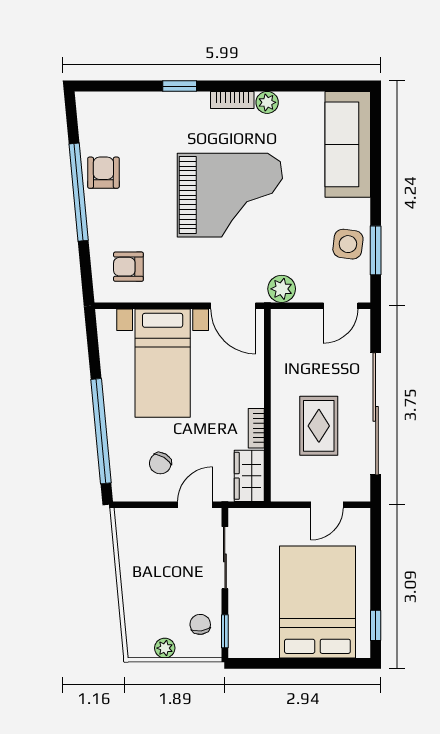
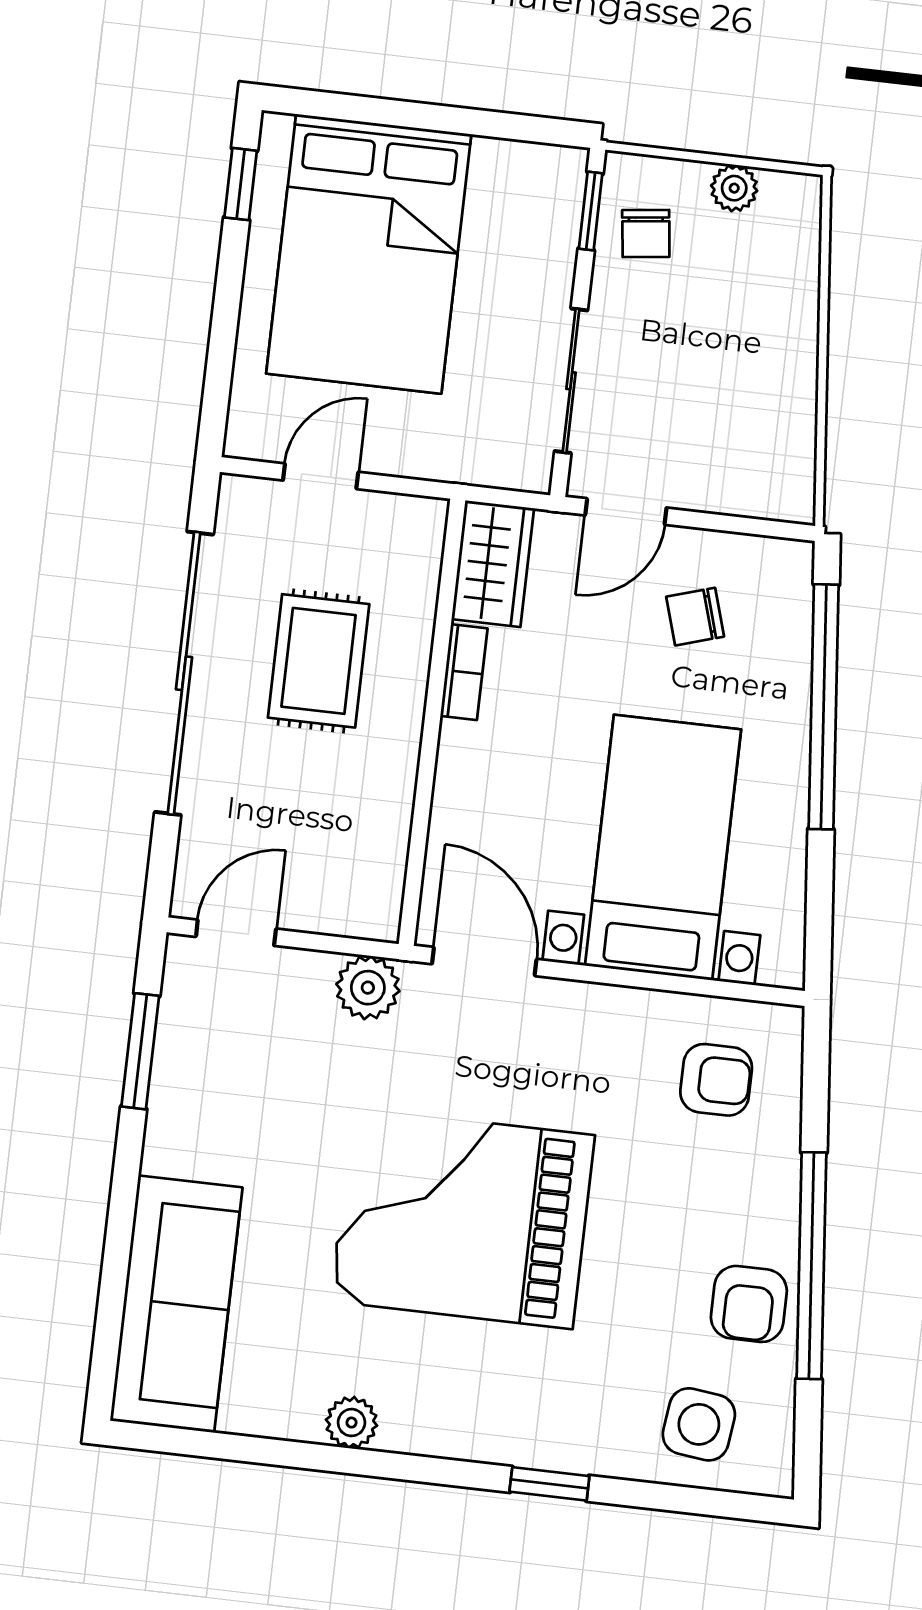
bookcase: (232, 100) -> (431, 1438), removed
side table: (348, 244) -> (699, 1424), moved
chair: (160, 463) -> (695, 617), turned -138

